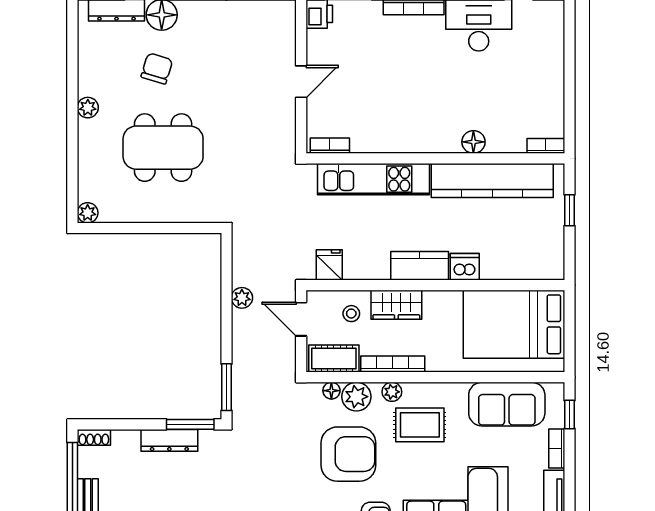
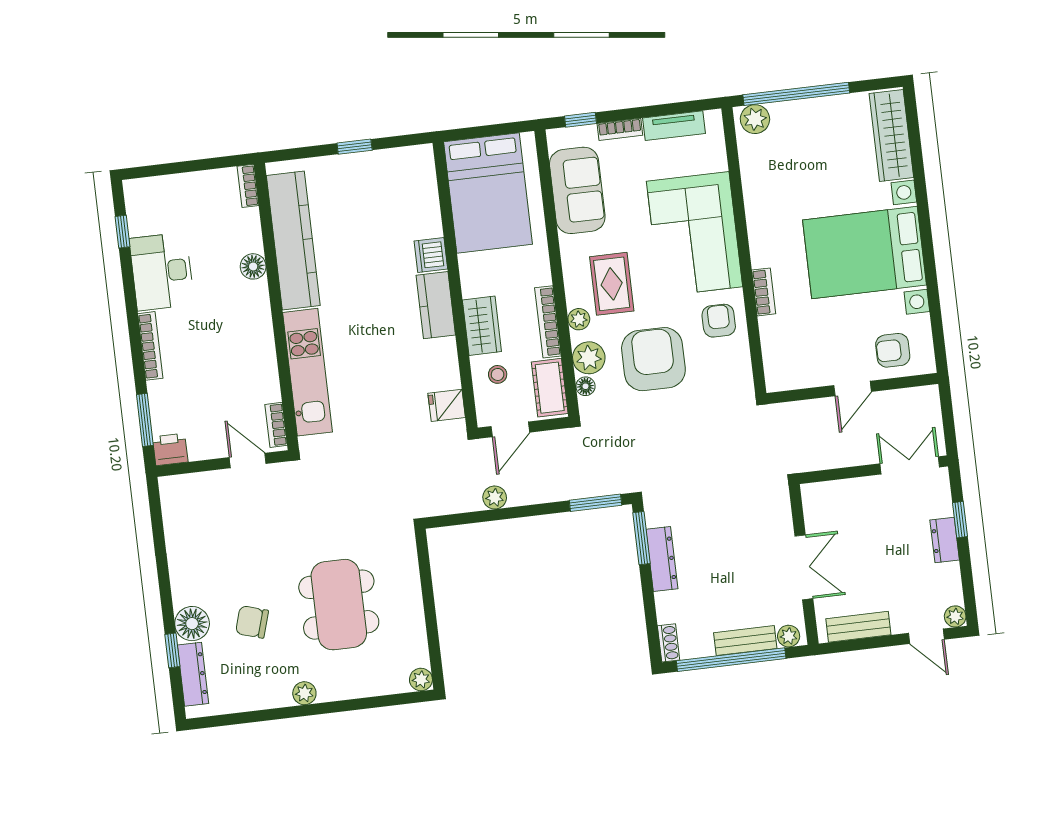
floor lamp: (473, 142) -> (253, 266), moved
bookcase: (330, 146) -> (276, 425), moved
bookcase: (546, 146) -> (248, 186), moved
wall: (435, 158) -> (276, 307), moved
kitchen unit: (373, 179) -> (307, 372), moved
kitchen counter: (492, 180) -> (293, 241), moved

